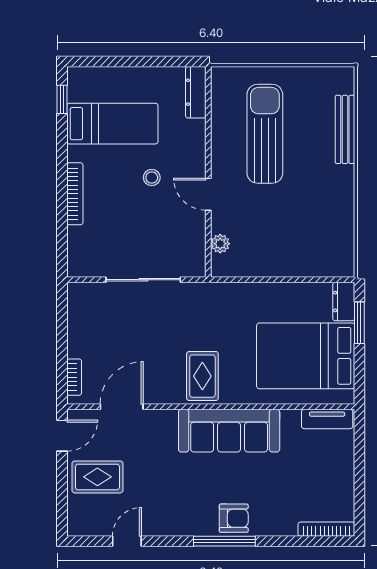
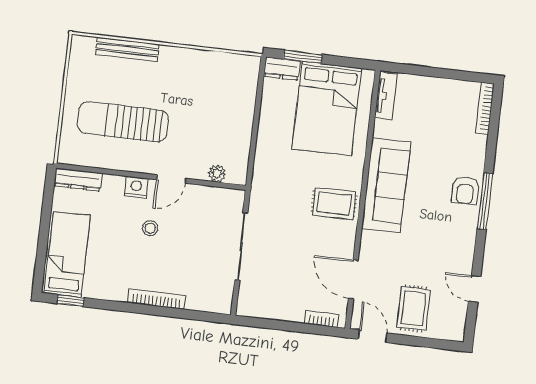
bed: (112, 124) -> (67, 254), moved
nightstand: (195, 157) -> (136, 187), added
armchair: (234, 518) -> (465, 190), turned 180

